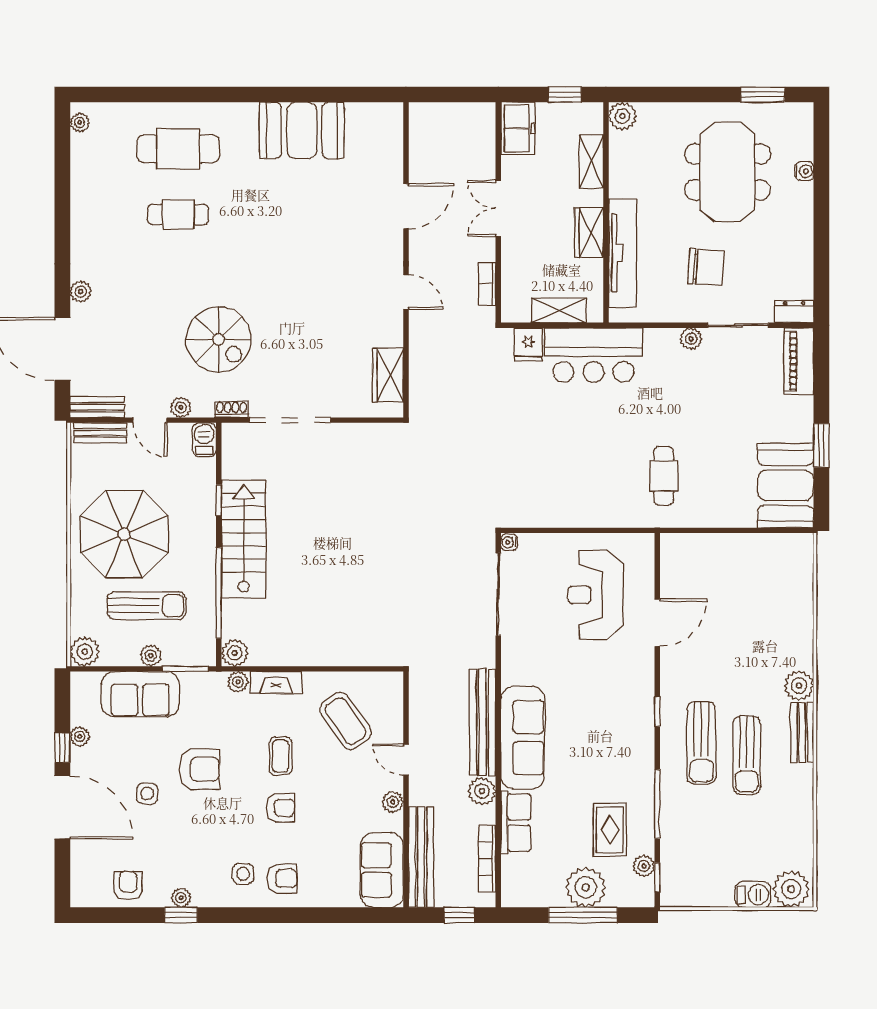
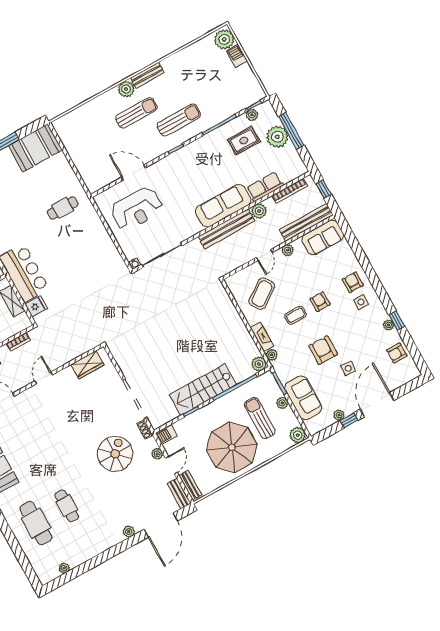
plant: (80, 122) -> (64, 568), moved
sun lounger: (747, 755) -> (136, 113), moved

